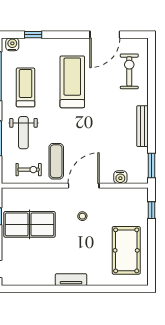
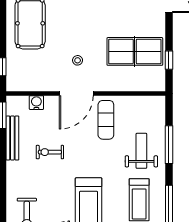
bench: (142, 126) -> (12, 138), moved
exercise bike: (29, 170) -> (50, 152), moved

